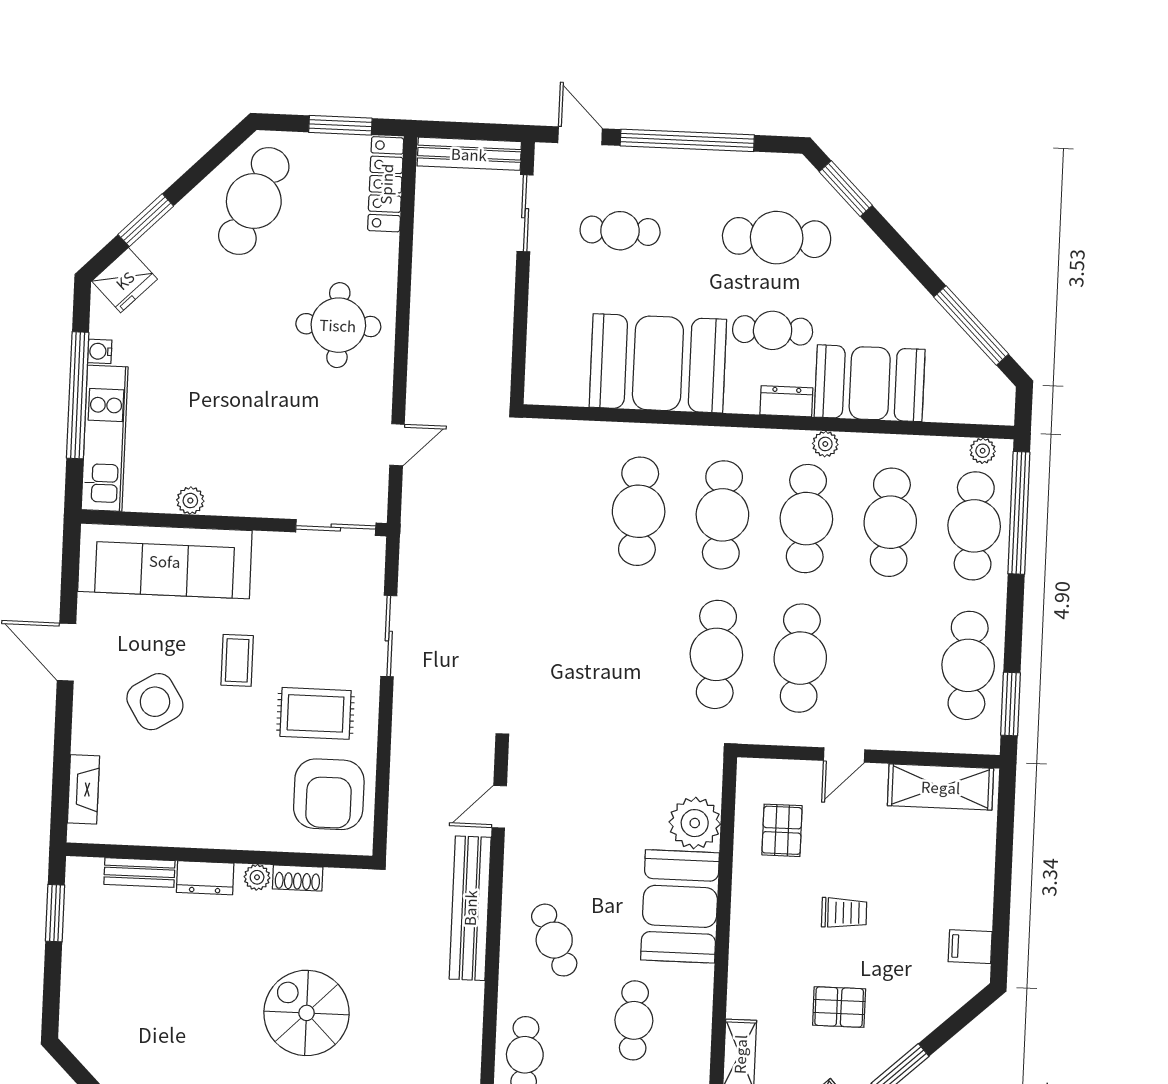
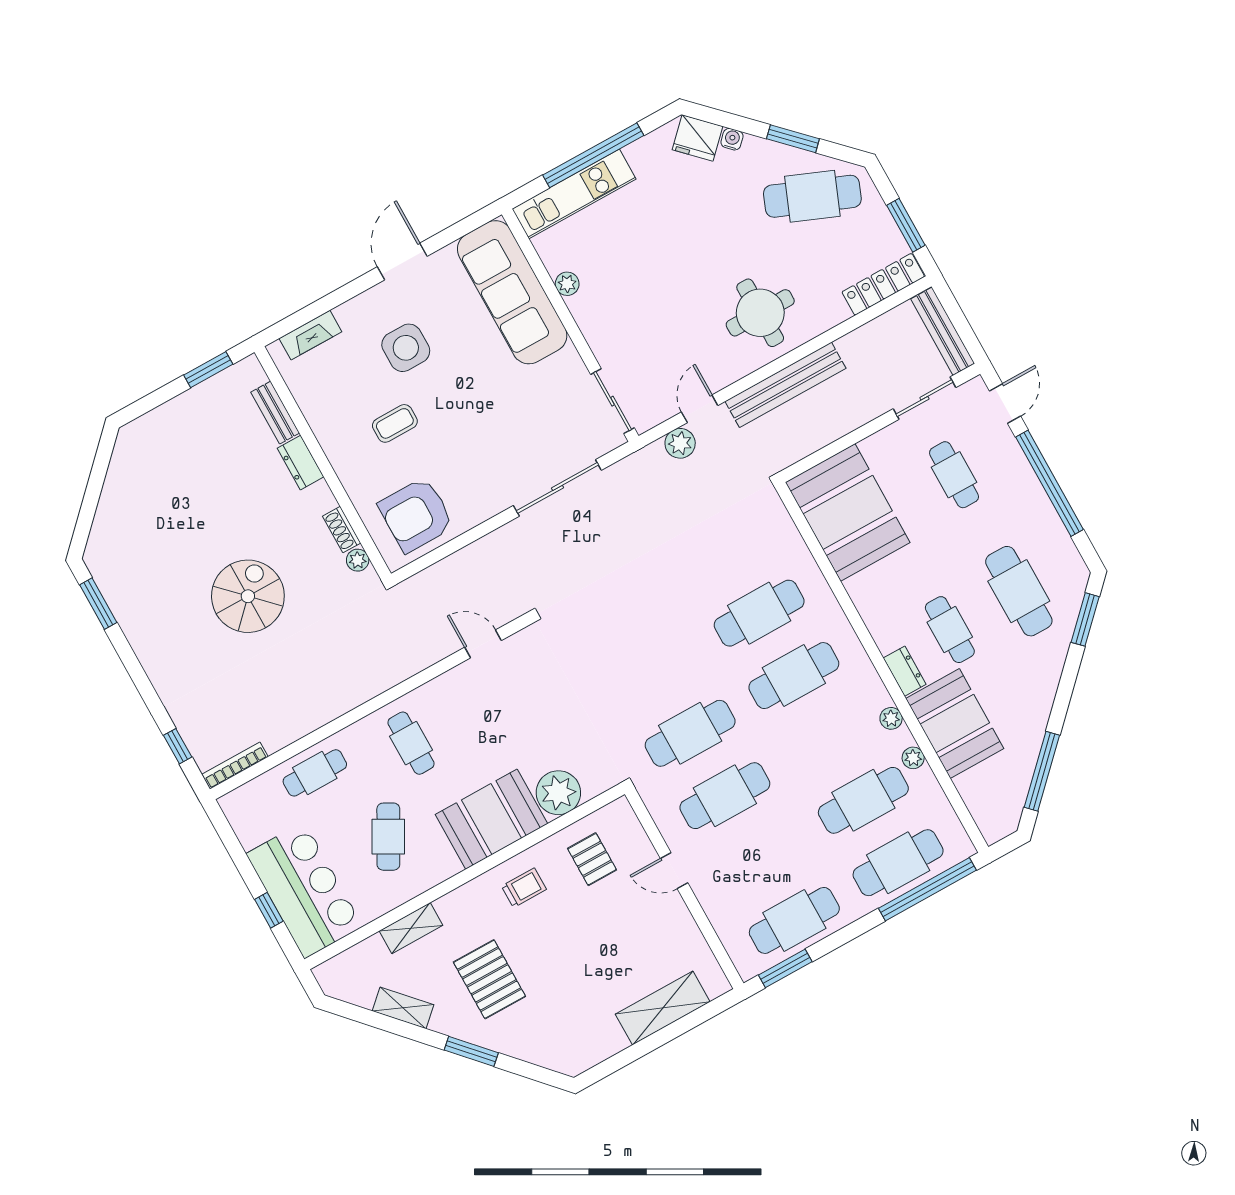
window: (146, 220) -> (793, 139), moved
water cooler: (100, 351) -> (732, 139), moved, turned 45
booth: (658, 363) -> (848, 512), moved
door: (397, 445) -> (700, 409), swing flipped
plant: (983, 451) -> (913, 758), moved
plant: (420, 486) -> (680, 443), added
cafe table: (806, 519) -> (829, 738), removed
sliding door: (389, 636) -> (557, 488), width x1.37
coffee table: (237, 660) -> (395, 423), moved
side table: (155, 702) -> (406, 348), turned 32
rug: (316, 713) -> (469, 469), removed
shelving: (941, 787) -> (663, 1008), moved, turned 90
pallet: (782, 830) -> (592, 859), turned 90
plant: (257, 877) -> (358, 560), moved
bench: (470, 908) -> (785, 385), moved
trolley: (844, 913) -> (524, 888), moved, turned -89
cafe table: (554, 940) -> (411, 743), turned -65
filing cabinet: (970, 947) -> (592, 1047), removed
pallet: (839, 1007) -> (489, 979), width x1.50, depth x1.42
cafe table: (634, 1020) -> (388, 837), turned -61

